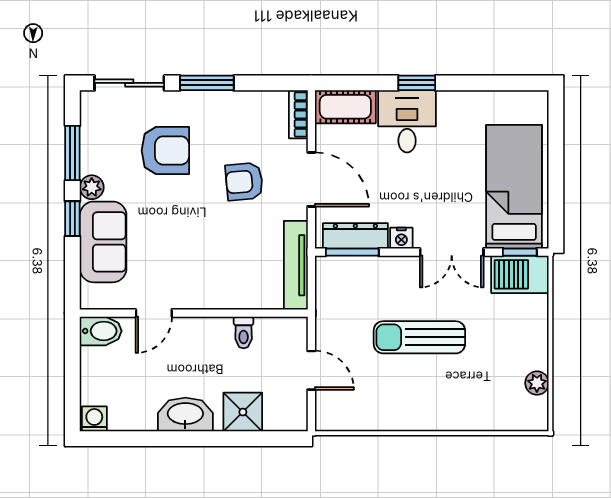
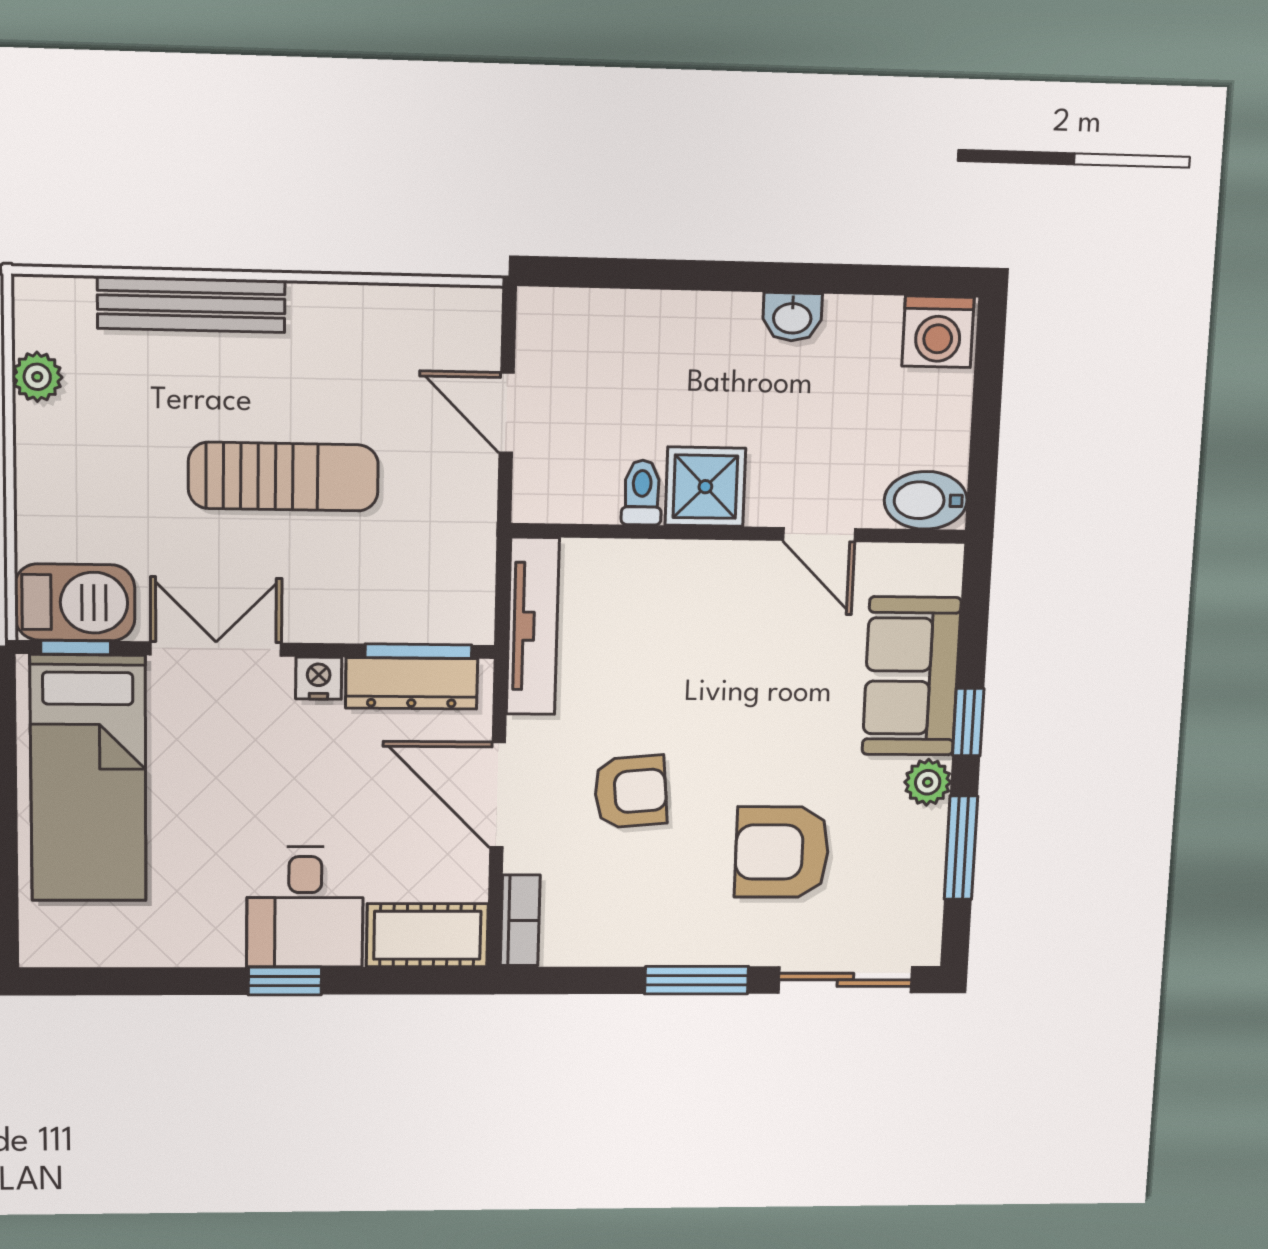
door: (154, 313) -> (819, 535), swing flipped
shower: (243, 412) -> (705, 487), moved
washbasin: (185, 415) -> (792, 317), width x0.52, depth x0.69
washing machine: (94, 419) -> (938, 332), width x1.38, depth x1.38
bench: (464, 419) -> (191, 304), added

